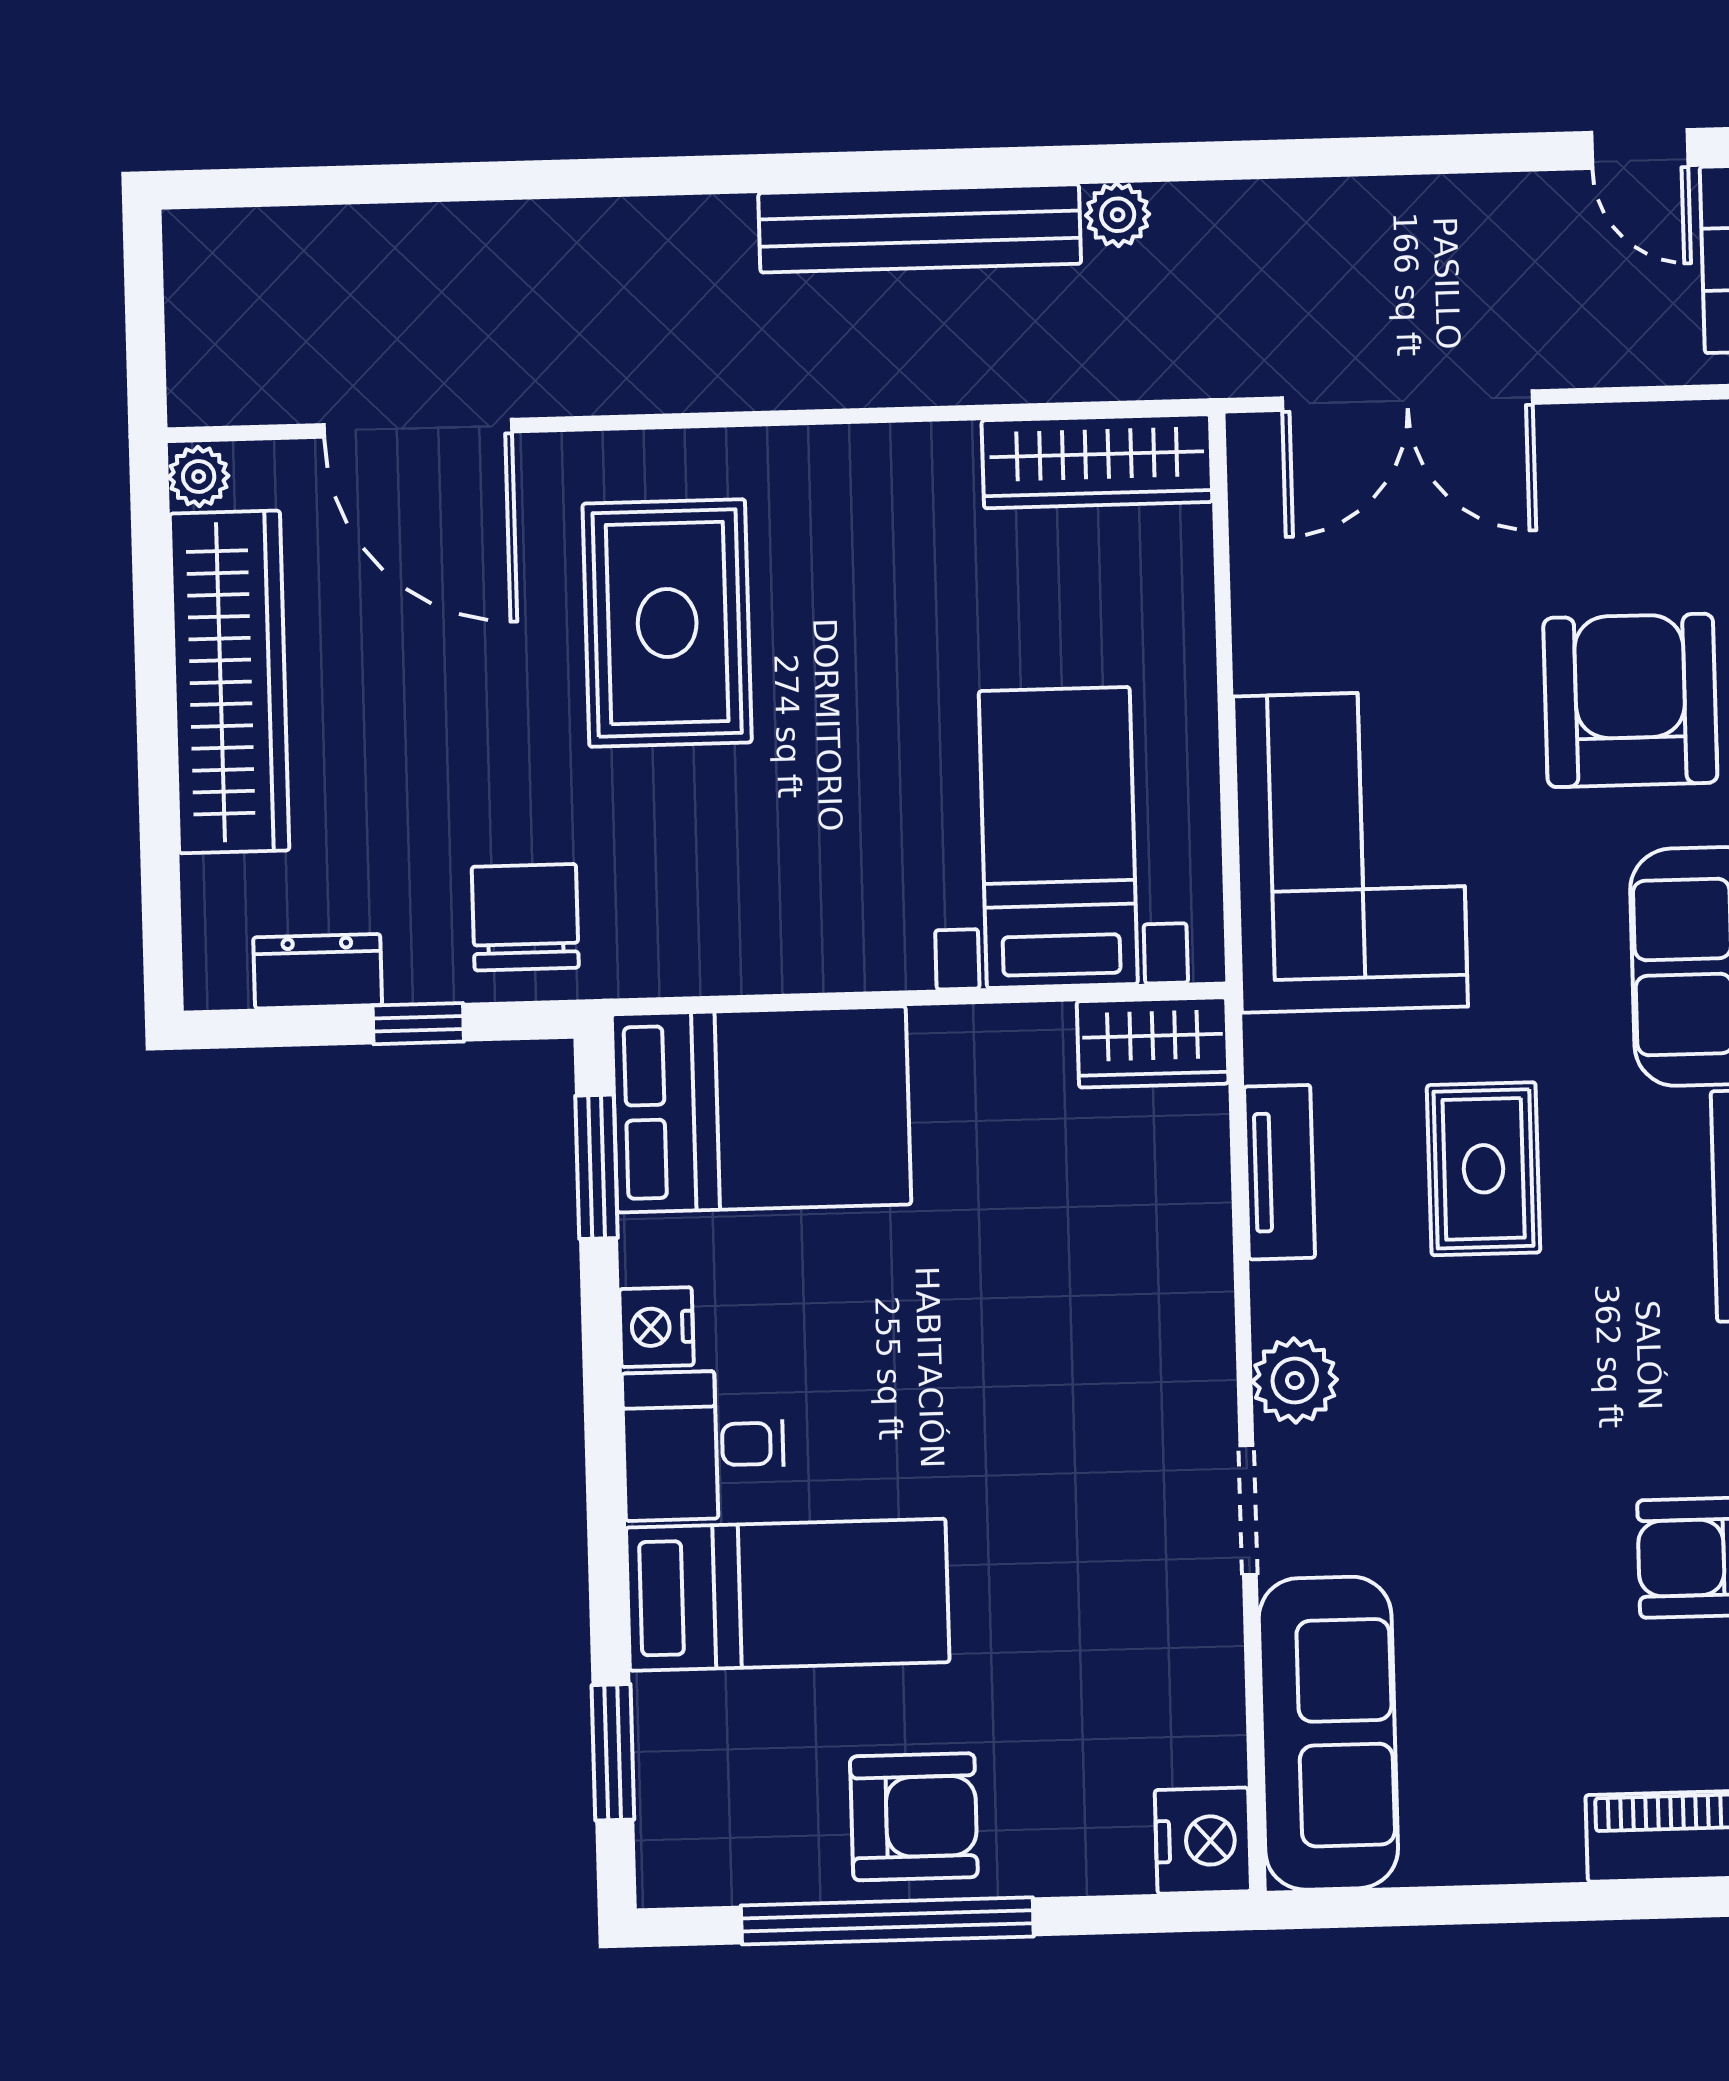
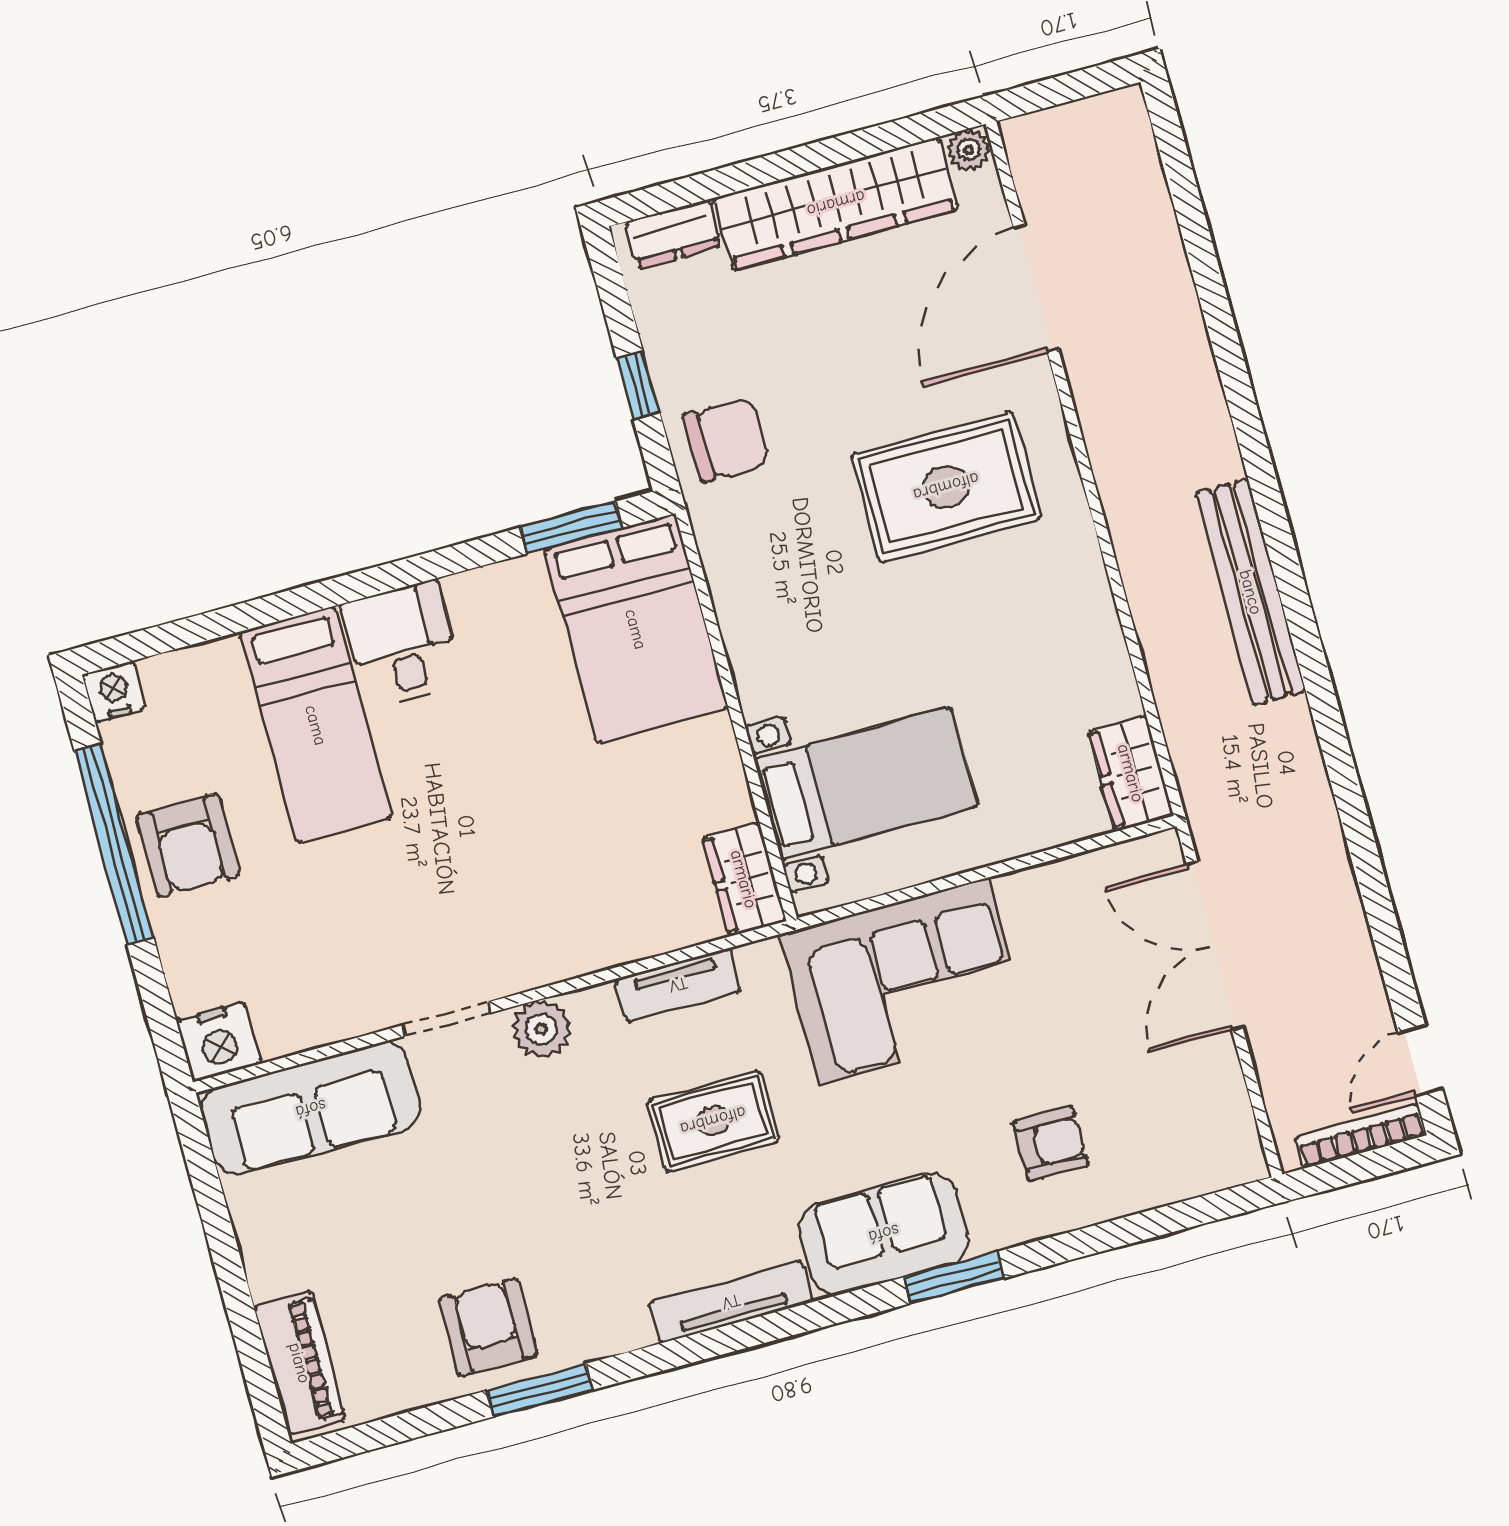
plant: (1118, 215) -> (1292, 722), removed
wardrobe: (1097, 461) -> (1131, 773), width x0.67
armchair: (1630, 700) -> (1050, 1143), width x0.53, depth x0.53
dresser: (318, 971) -> (673, 234), moved, turned 90
nightstand: (657, 1327) -> (114, 691), moved
window: (613, 1752) -> (182, 633), removed

